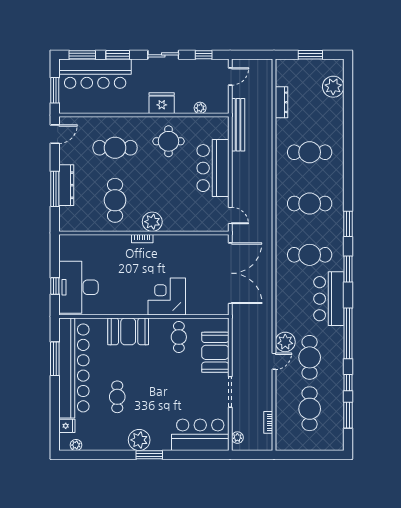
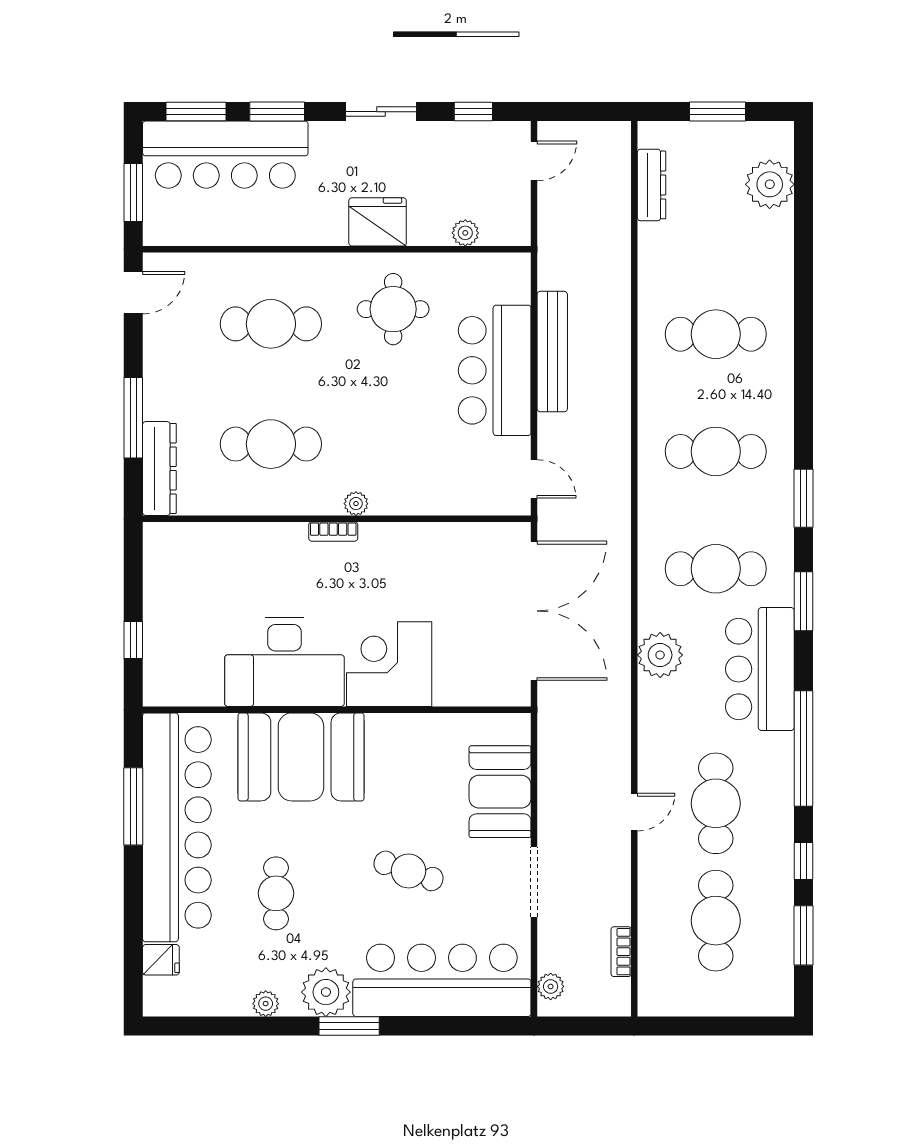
dresser: (282, 102) -> (652, 185), moved
bench: (238, 125) -> (552, 352), moved
dresser: (66, 185) -> (159, 468), moved
cafe table: (115, 200) -> (271, 444), turned 90
plant: (152, 222) -> (356, 504), width x0.53, depth x0.53
desk: (78, 287) -> (284, 662), moved, turned -90
booth: (128, 331) -> (301, 757), width x1.36, depth x1.42
cafe table: (179, 337) -> (409, 871), moved, turned -71
plant: (285, 342) -> (660, 655), moved
bar counter: (200, 435) -> (442, 980), width x1.36
plant: (76, 445) -> (266, 1004), moved

